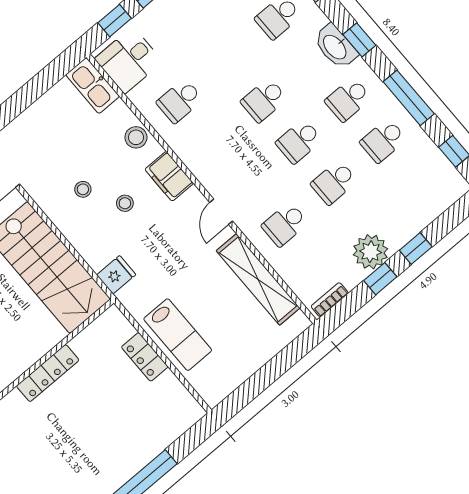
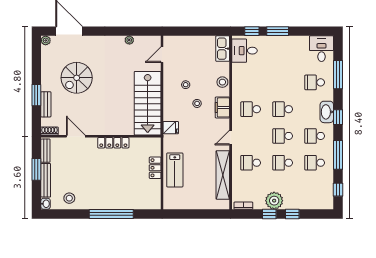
school desk: (180, 101) -> (251, 109), moved

